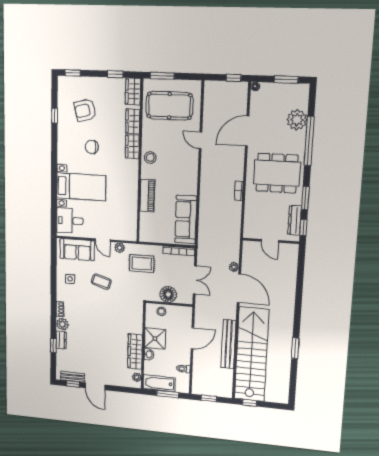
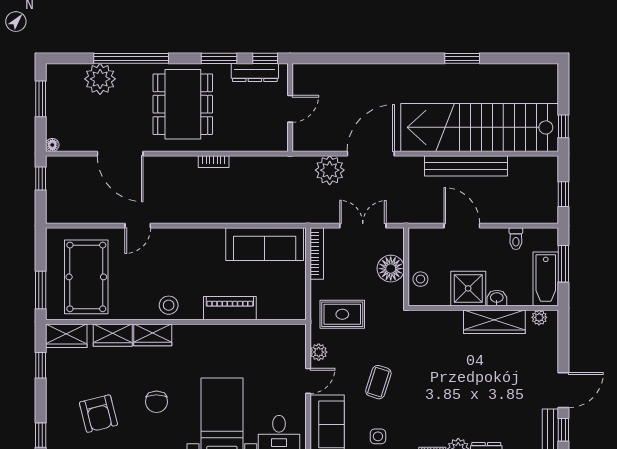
rug: (142, 264) -> (342, 314), turned 90
plant: (234, 267) -> (330, 170), width x1.87, depth x1.87

